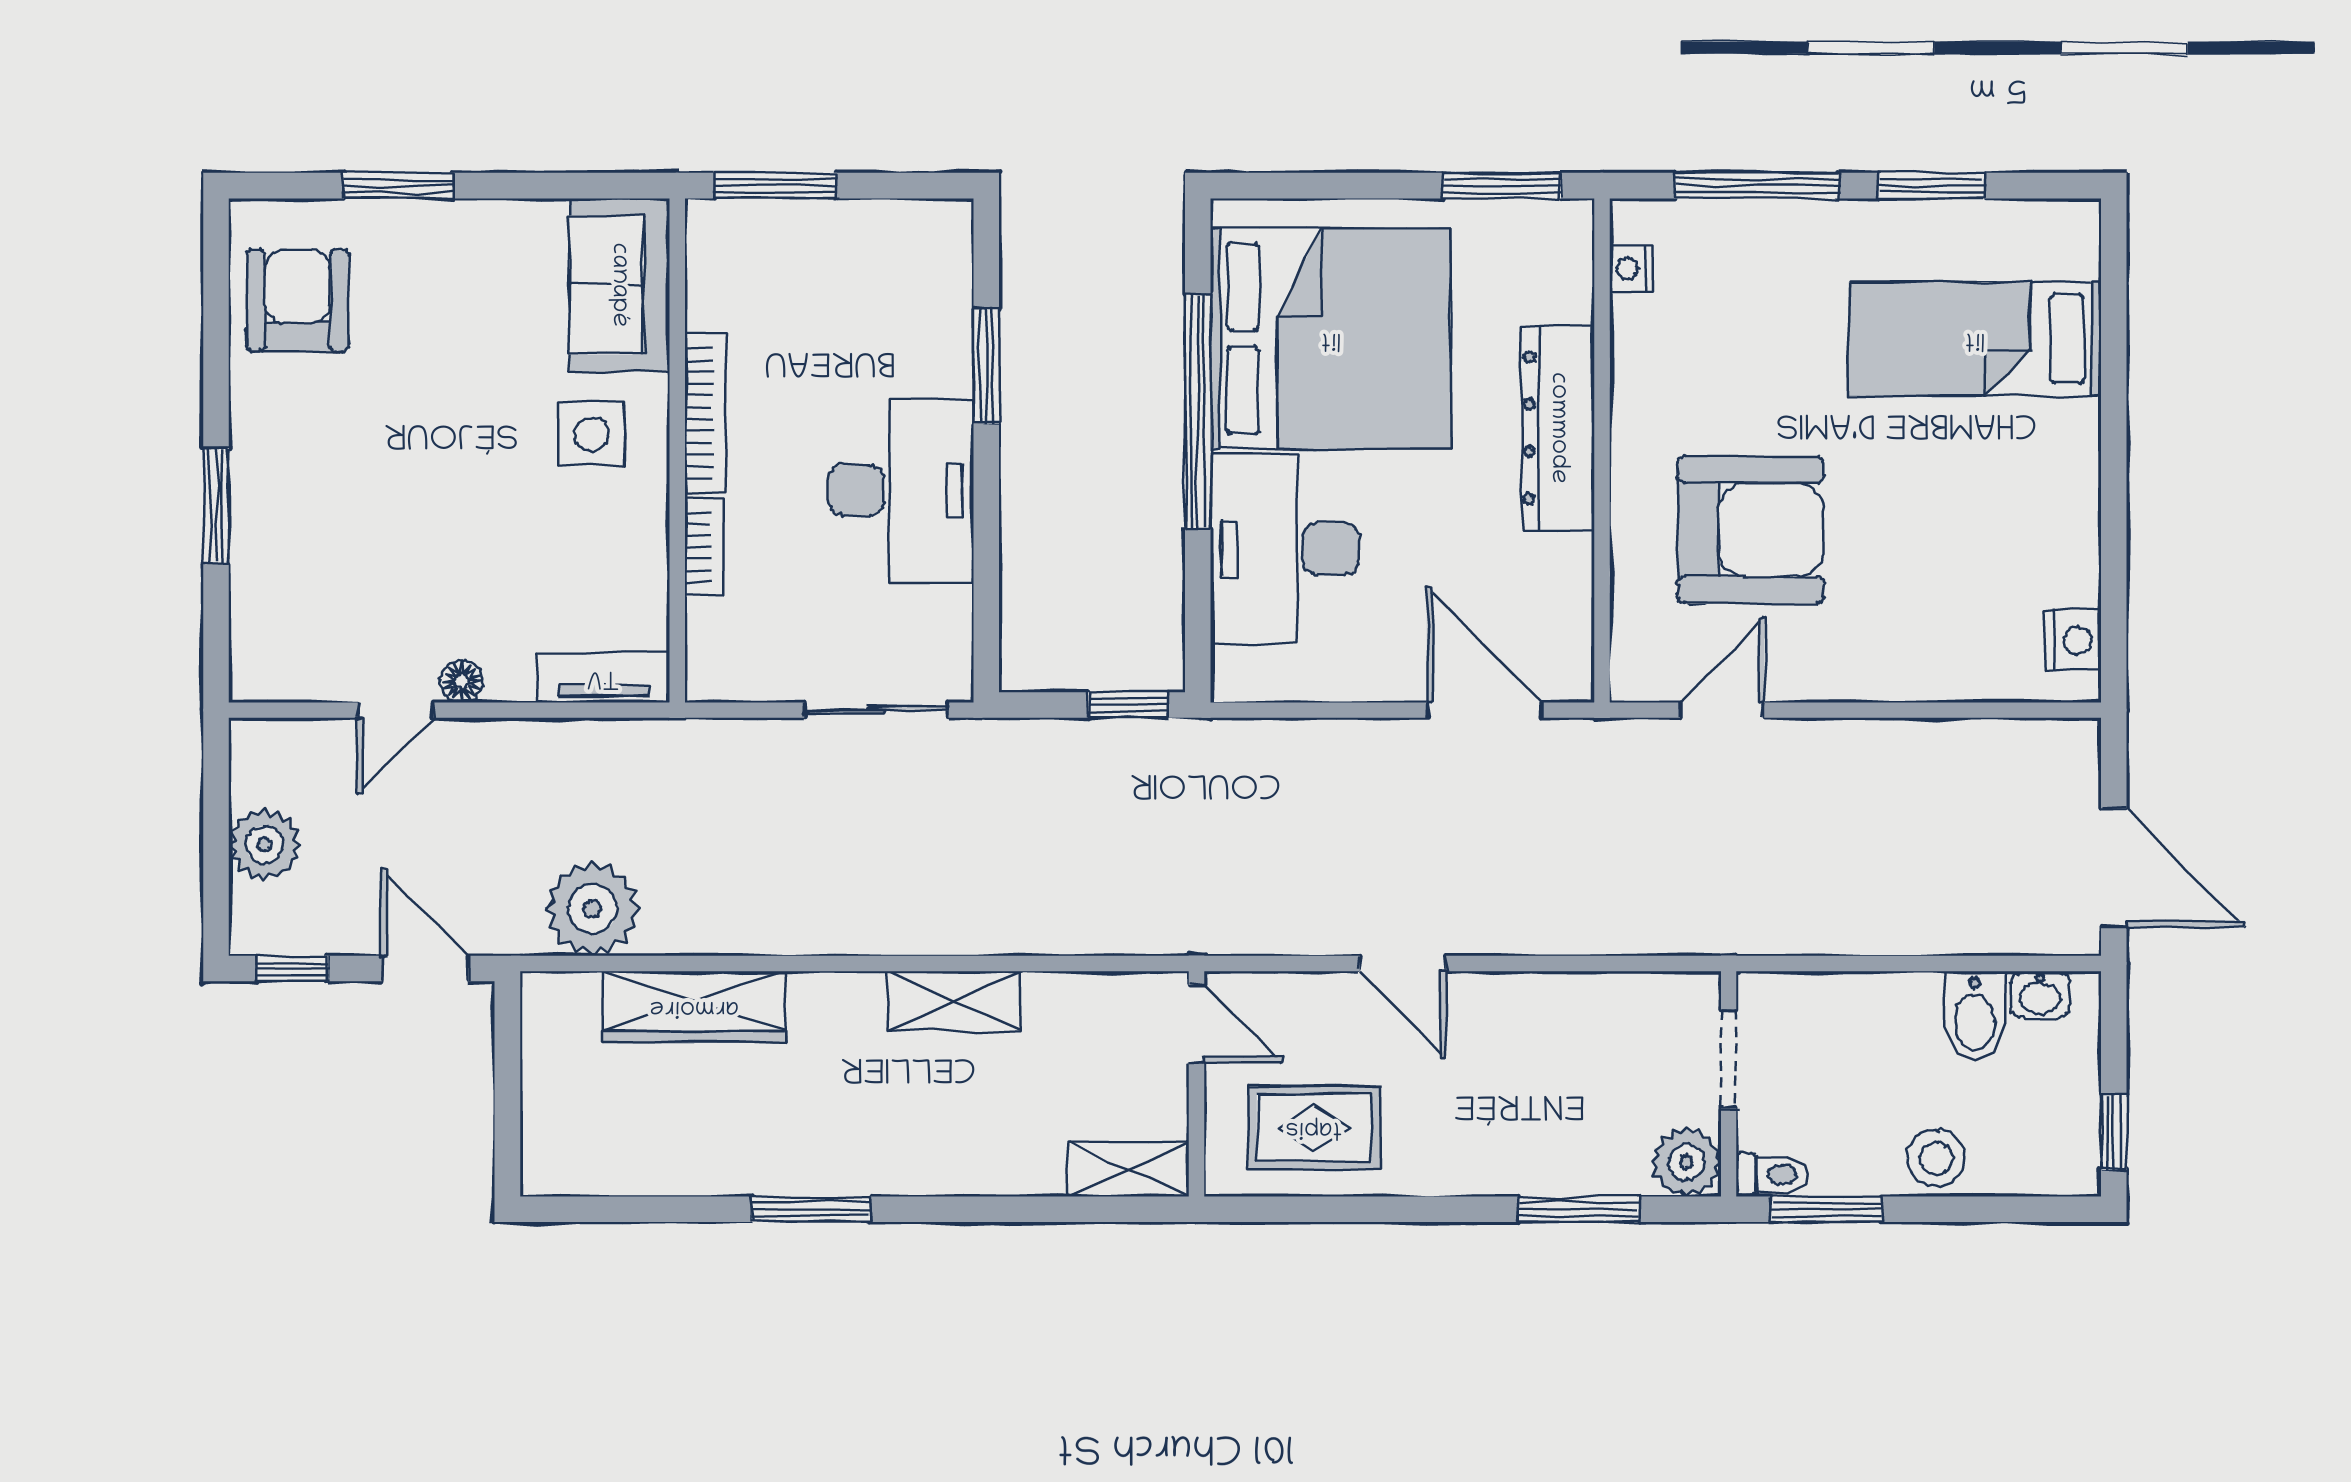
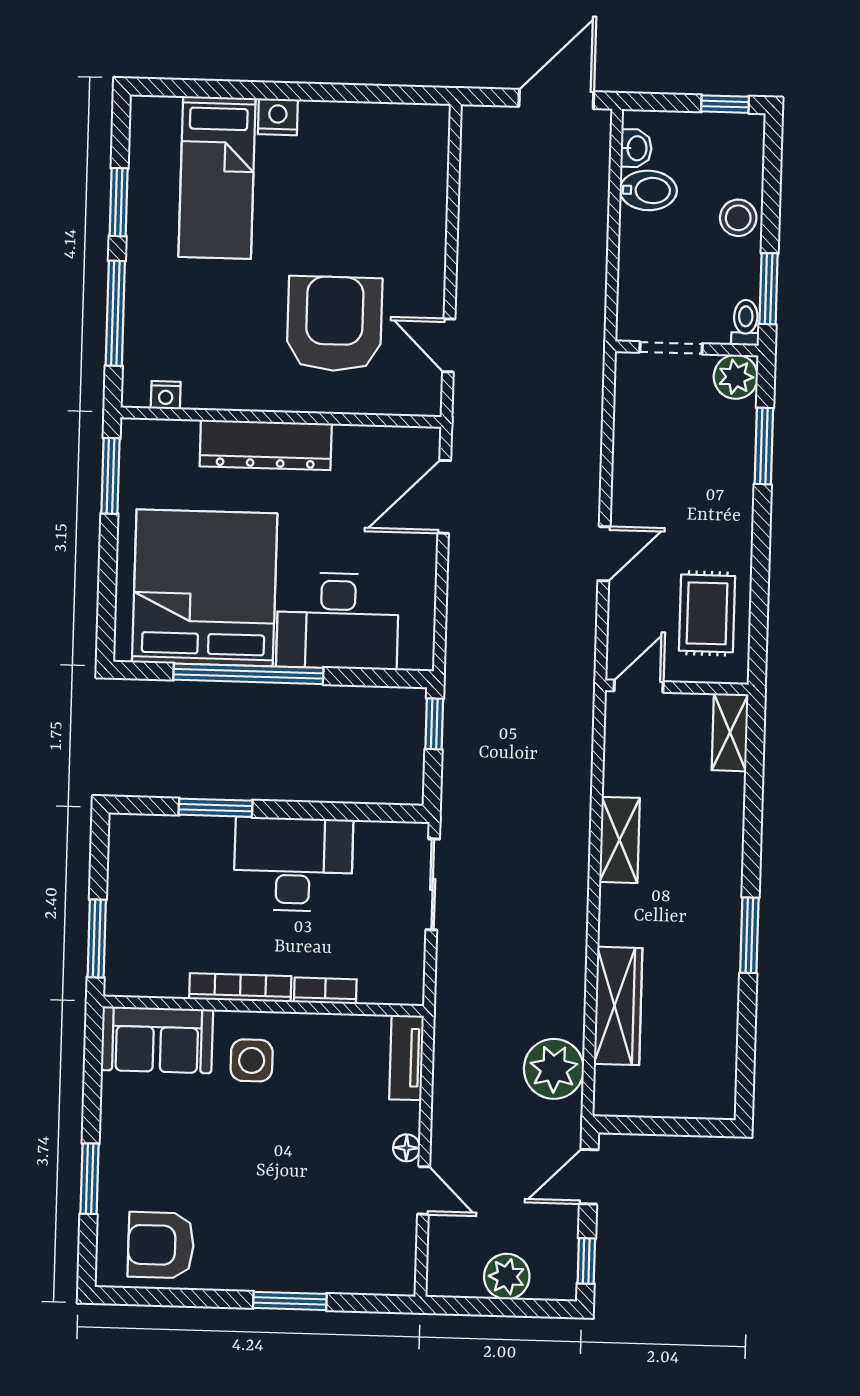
nightstand: (2073, 641) -> (278, 117), moved

